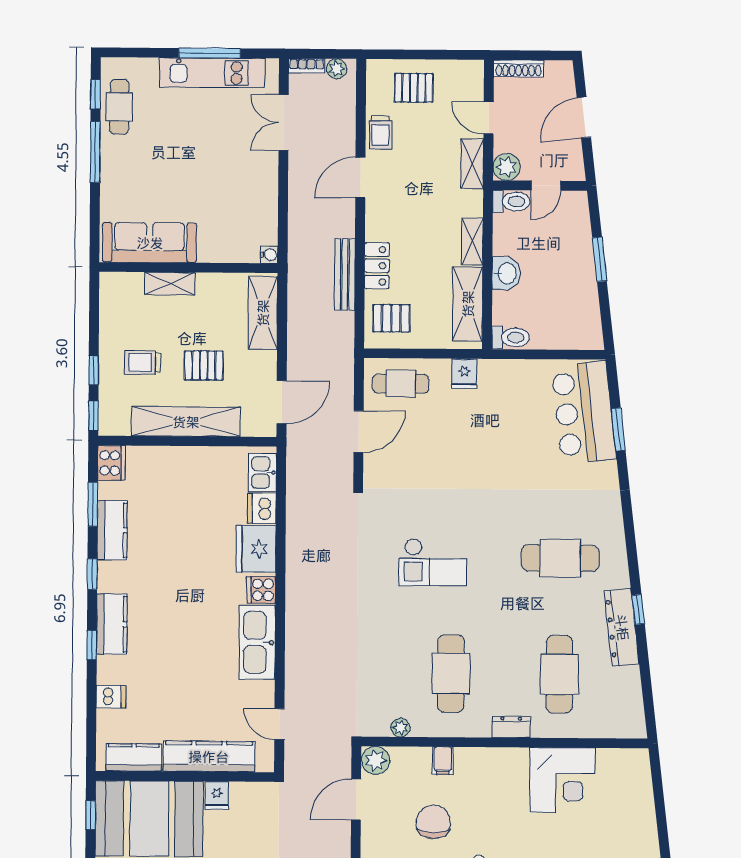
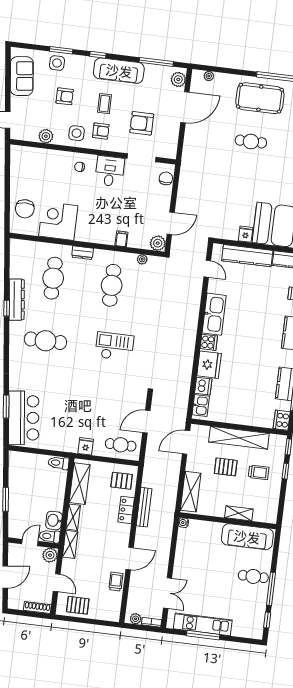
pallet: (414, 88) -> (78, 605), moved
cafe table: (119, 107) -> (253, 576), moved, turned 90
shelving: (472, 164) -> (70, 544), moved
washbasin: (506, 273) -> (54, 520), moved
chair: (433, 822) -> (25, 209), moved

